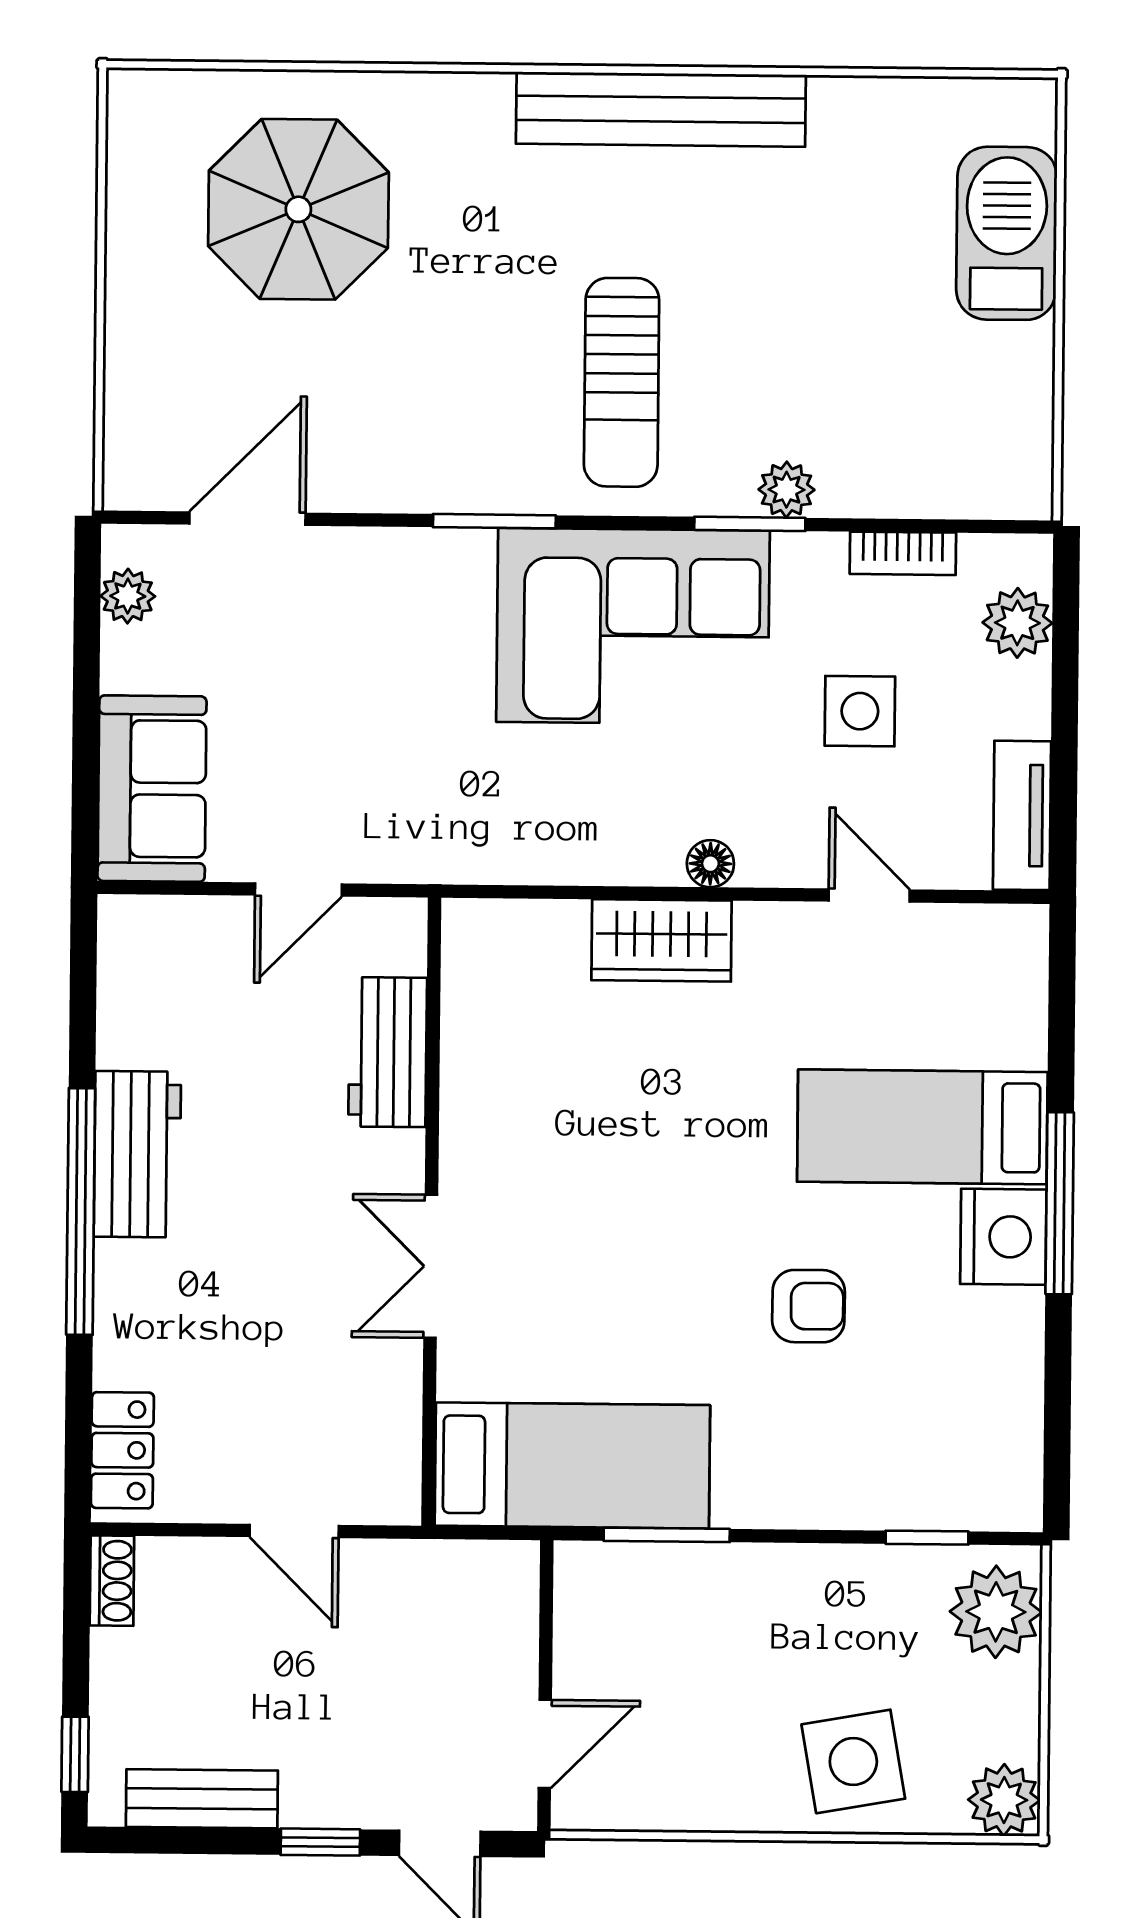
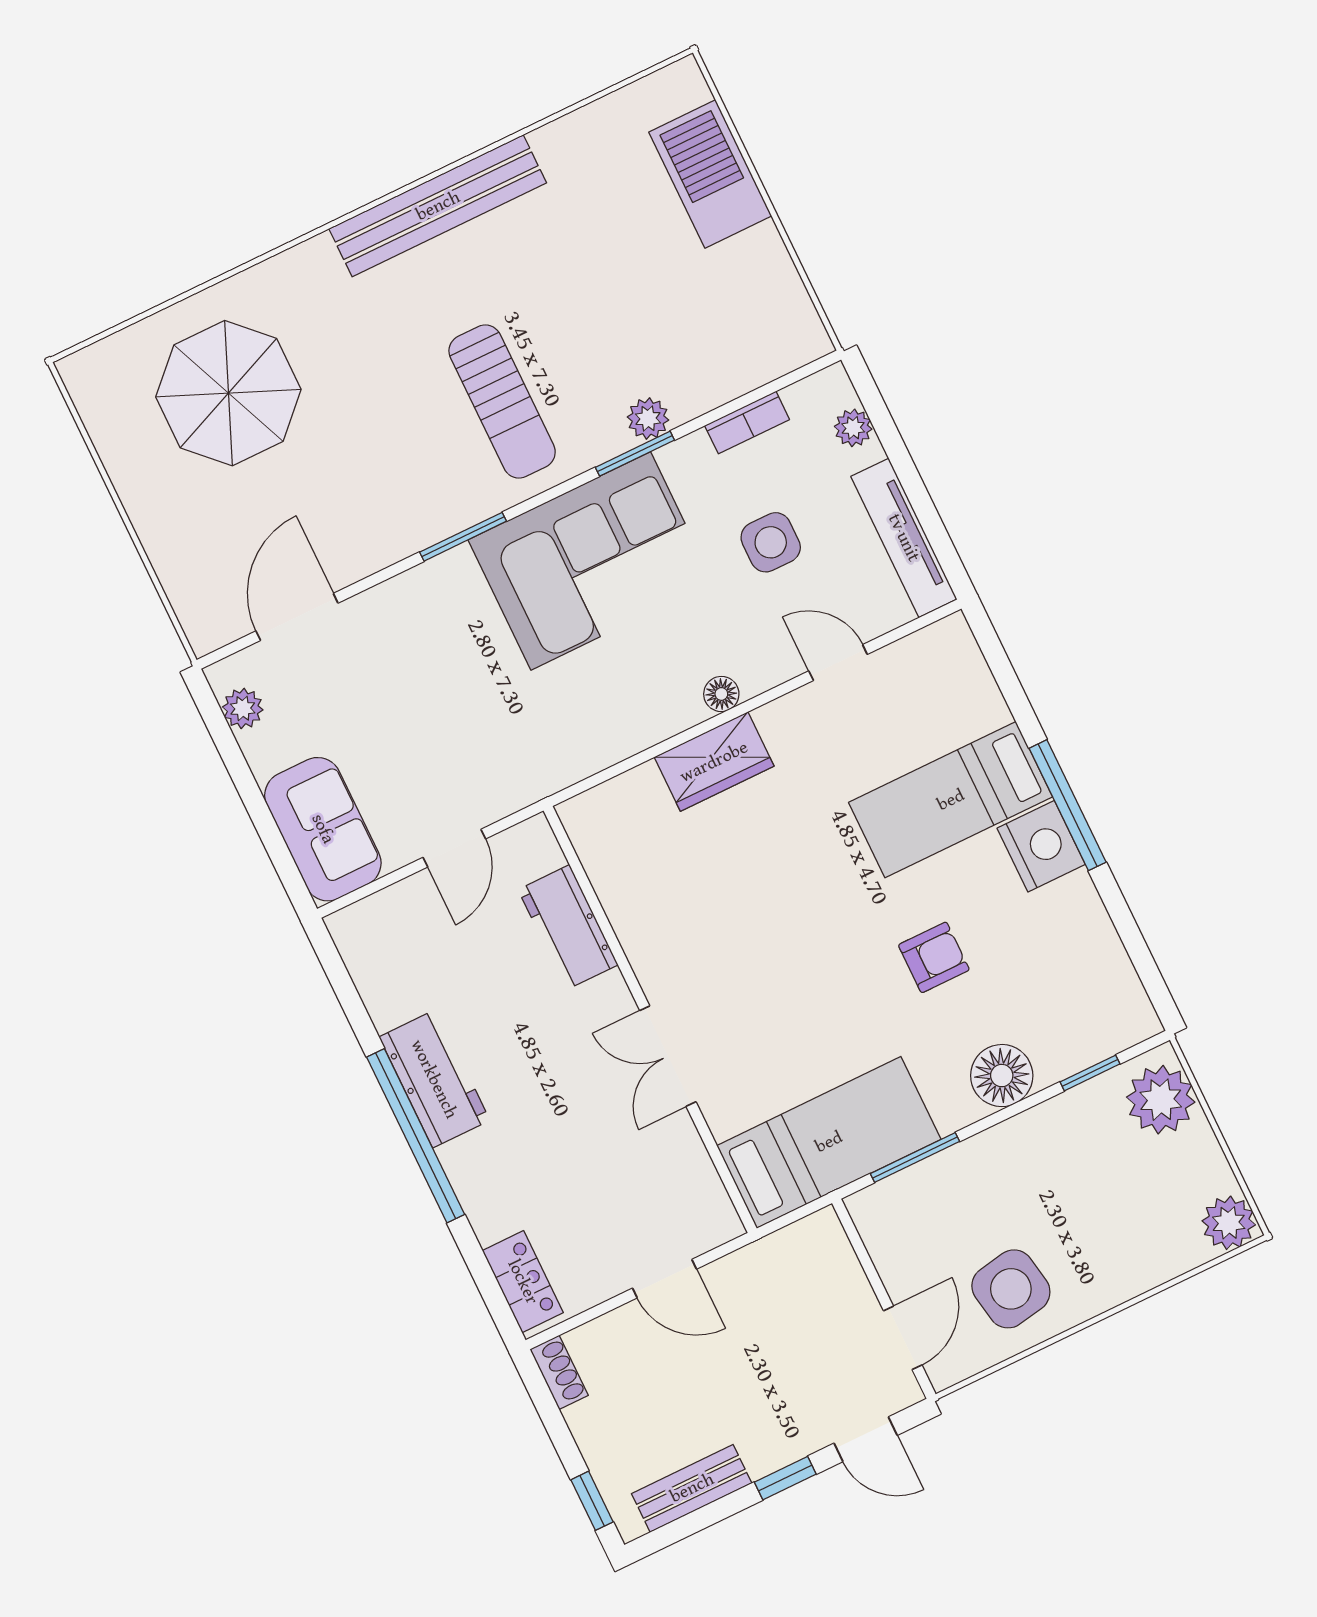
plant: (1017, 623) -> (853, 428), width x0.73, depth x0.73
tv unit: (1022, 815) -> (904, 538), width x1.41
floor lamp: (820, 1488) -> (1002, 1076), added
side table: (853, 1761) -> (1011, 1289), moved

